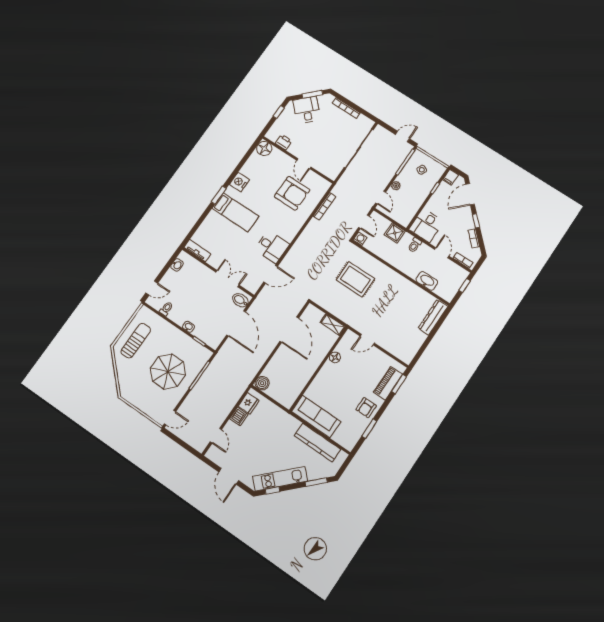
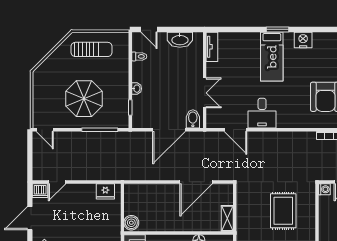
washbasin: (177, 265) -> (180, 40), width x1.91, depth x1.45
boiler: (262, 383) -> (131, 223), moved
dishwasher: (239, 417) -> (40, 191), moved

